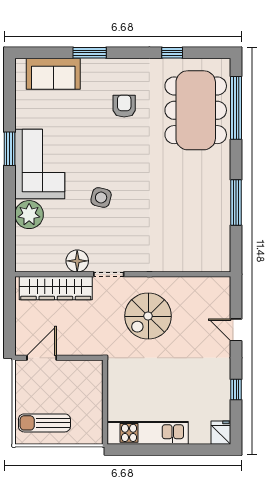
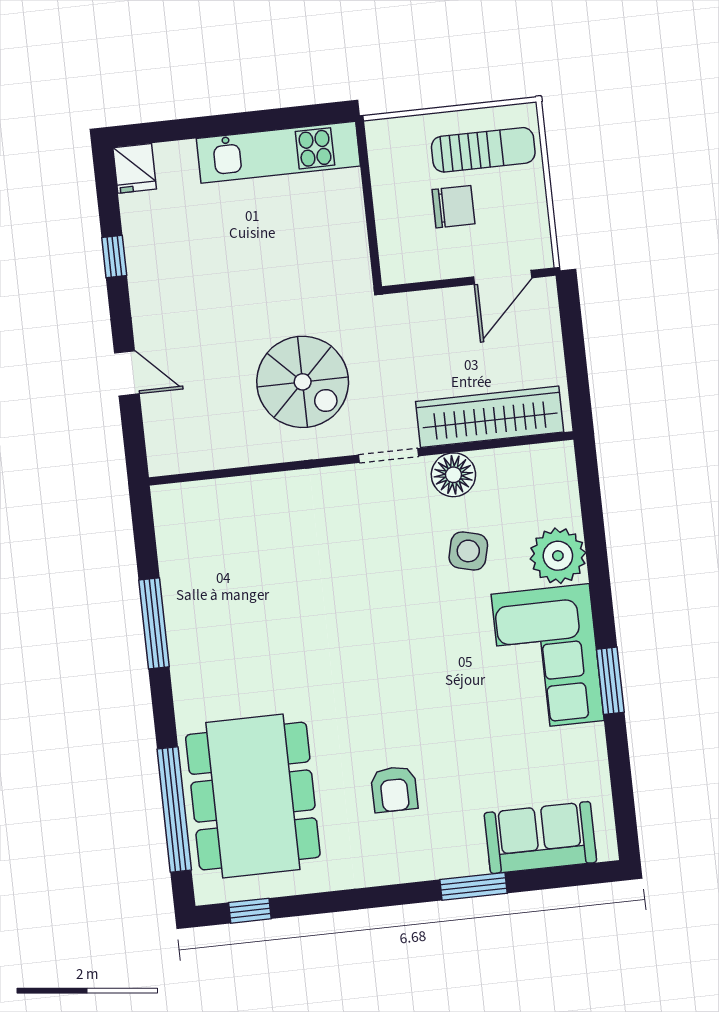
window: (172, 53) -> (250, 911), moved
side table: (101, 197) -> (468, 551), moved
spiral stairs: (148, 316) -> (303, 382), turned 90
chair: (63, 396) -> (453, 207), added

